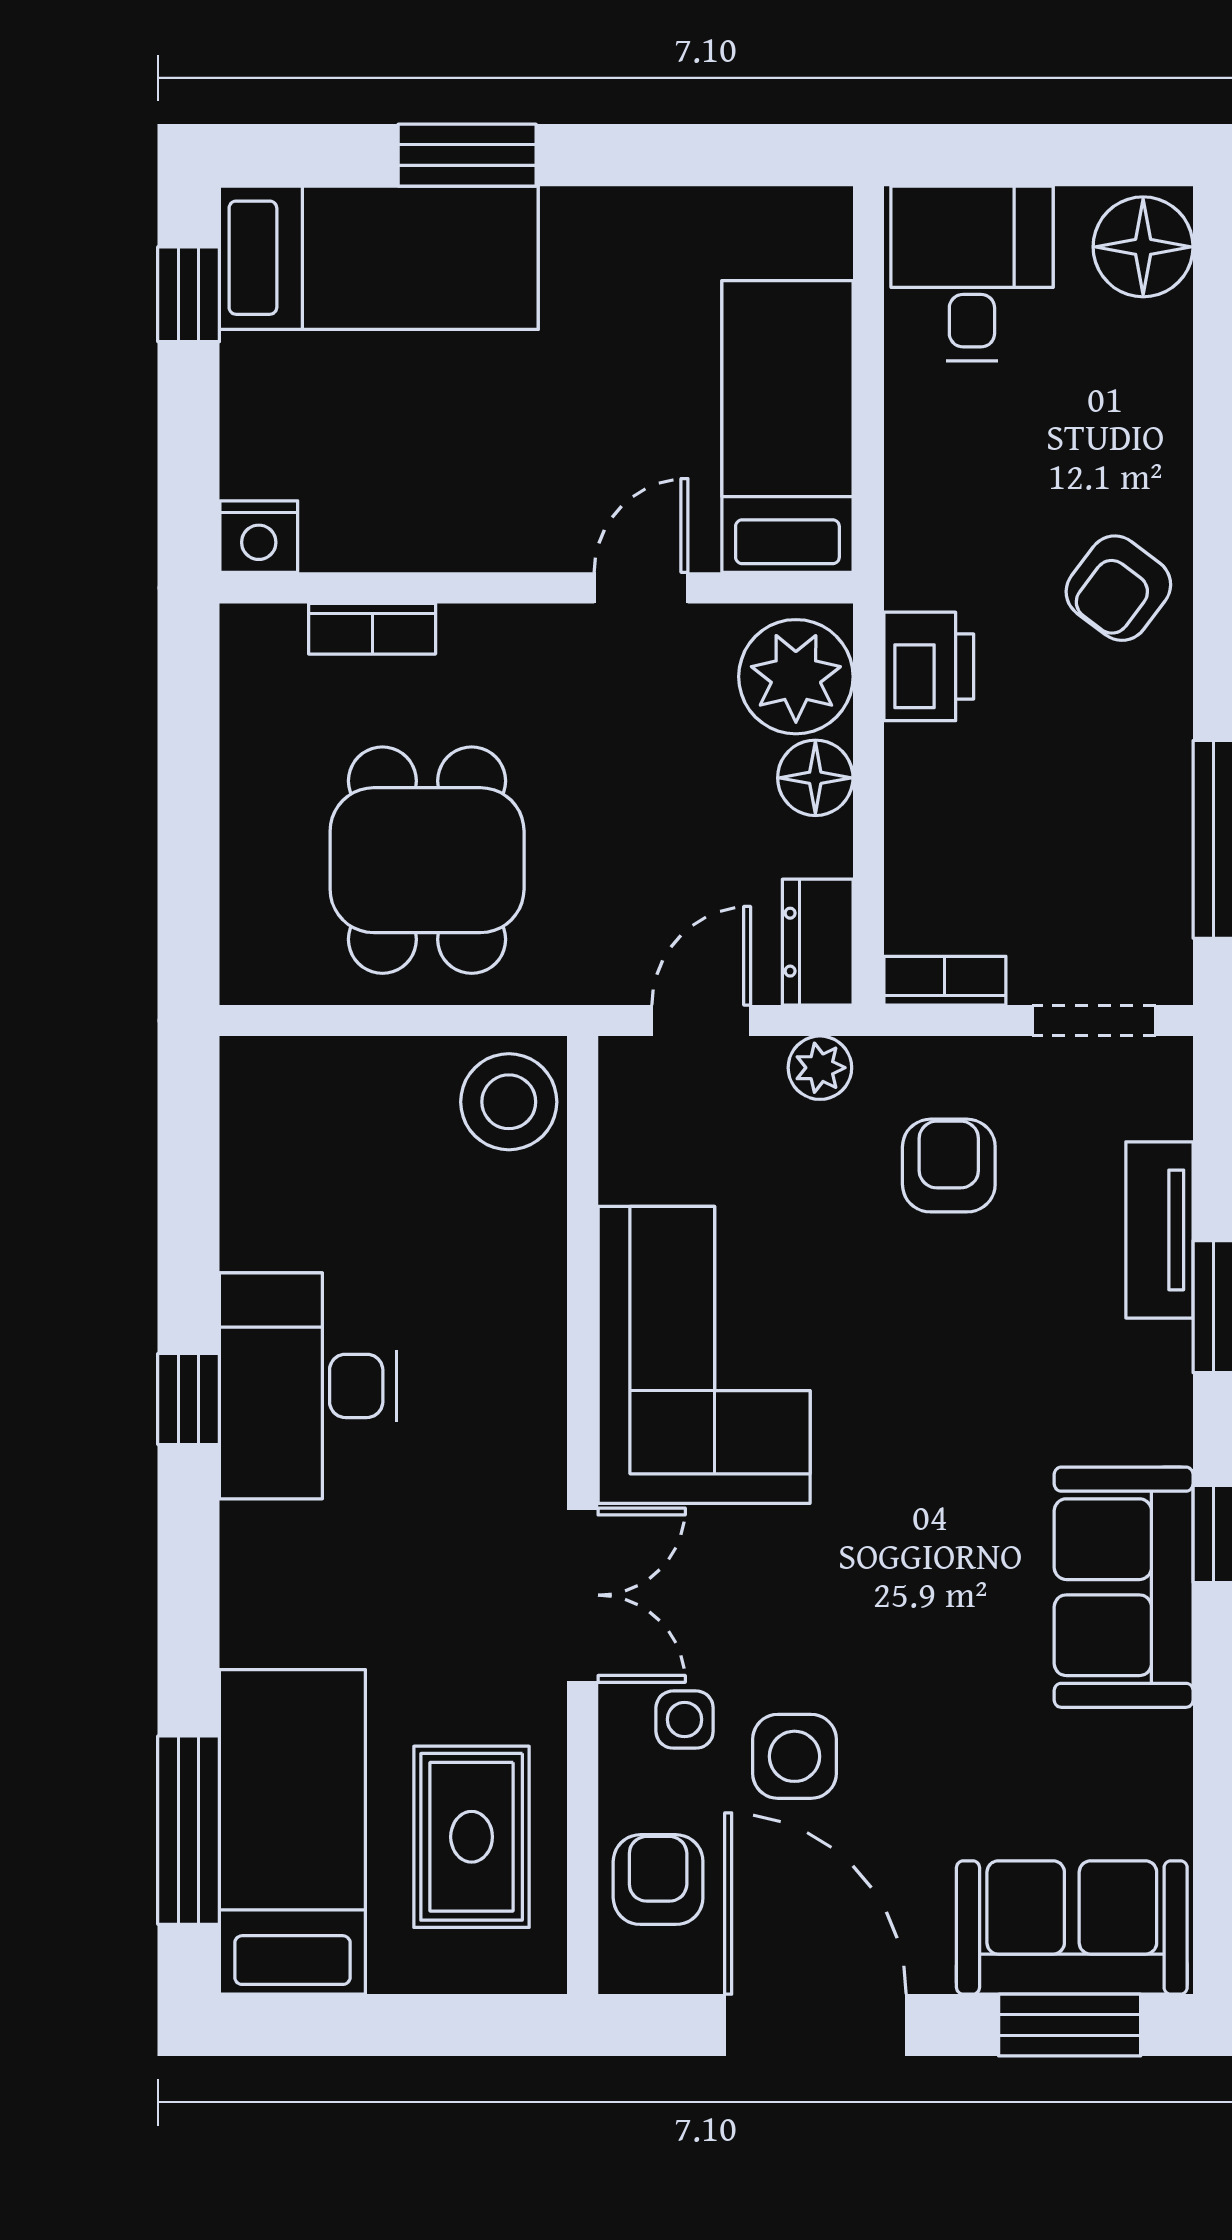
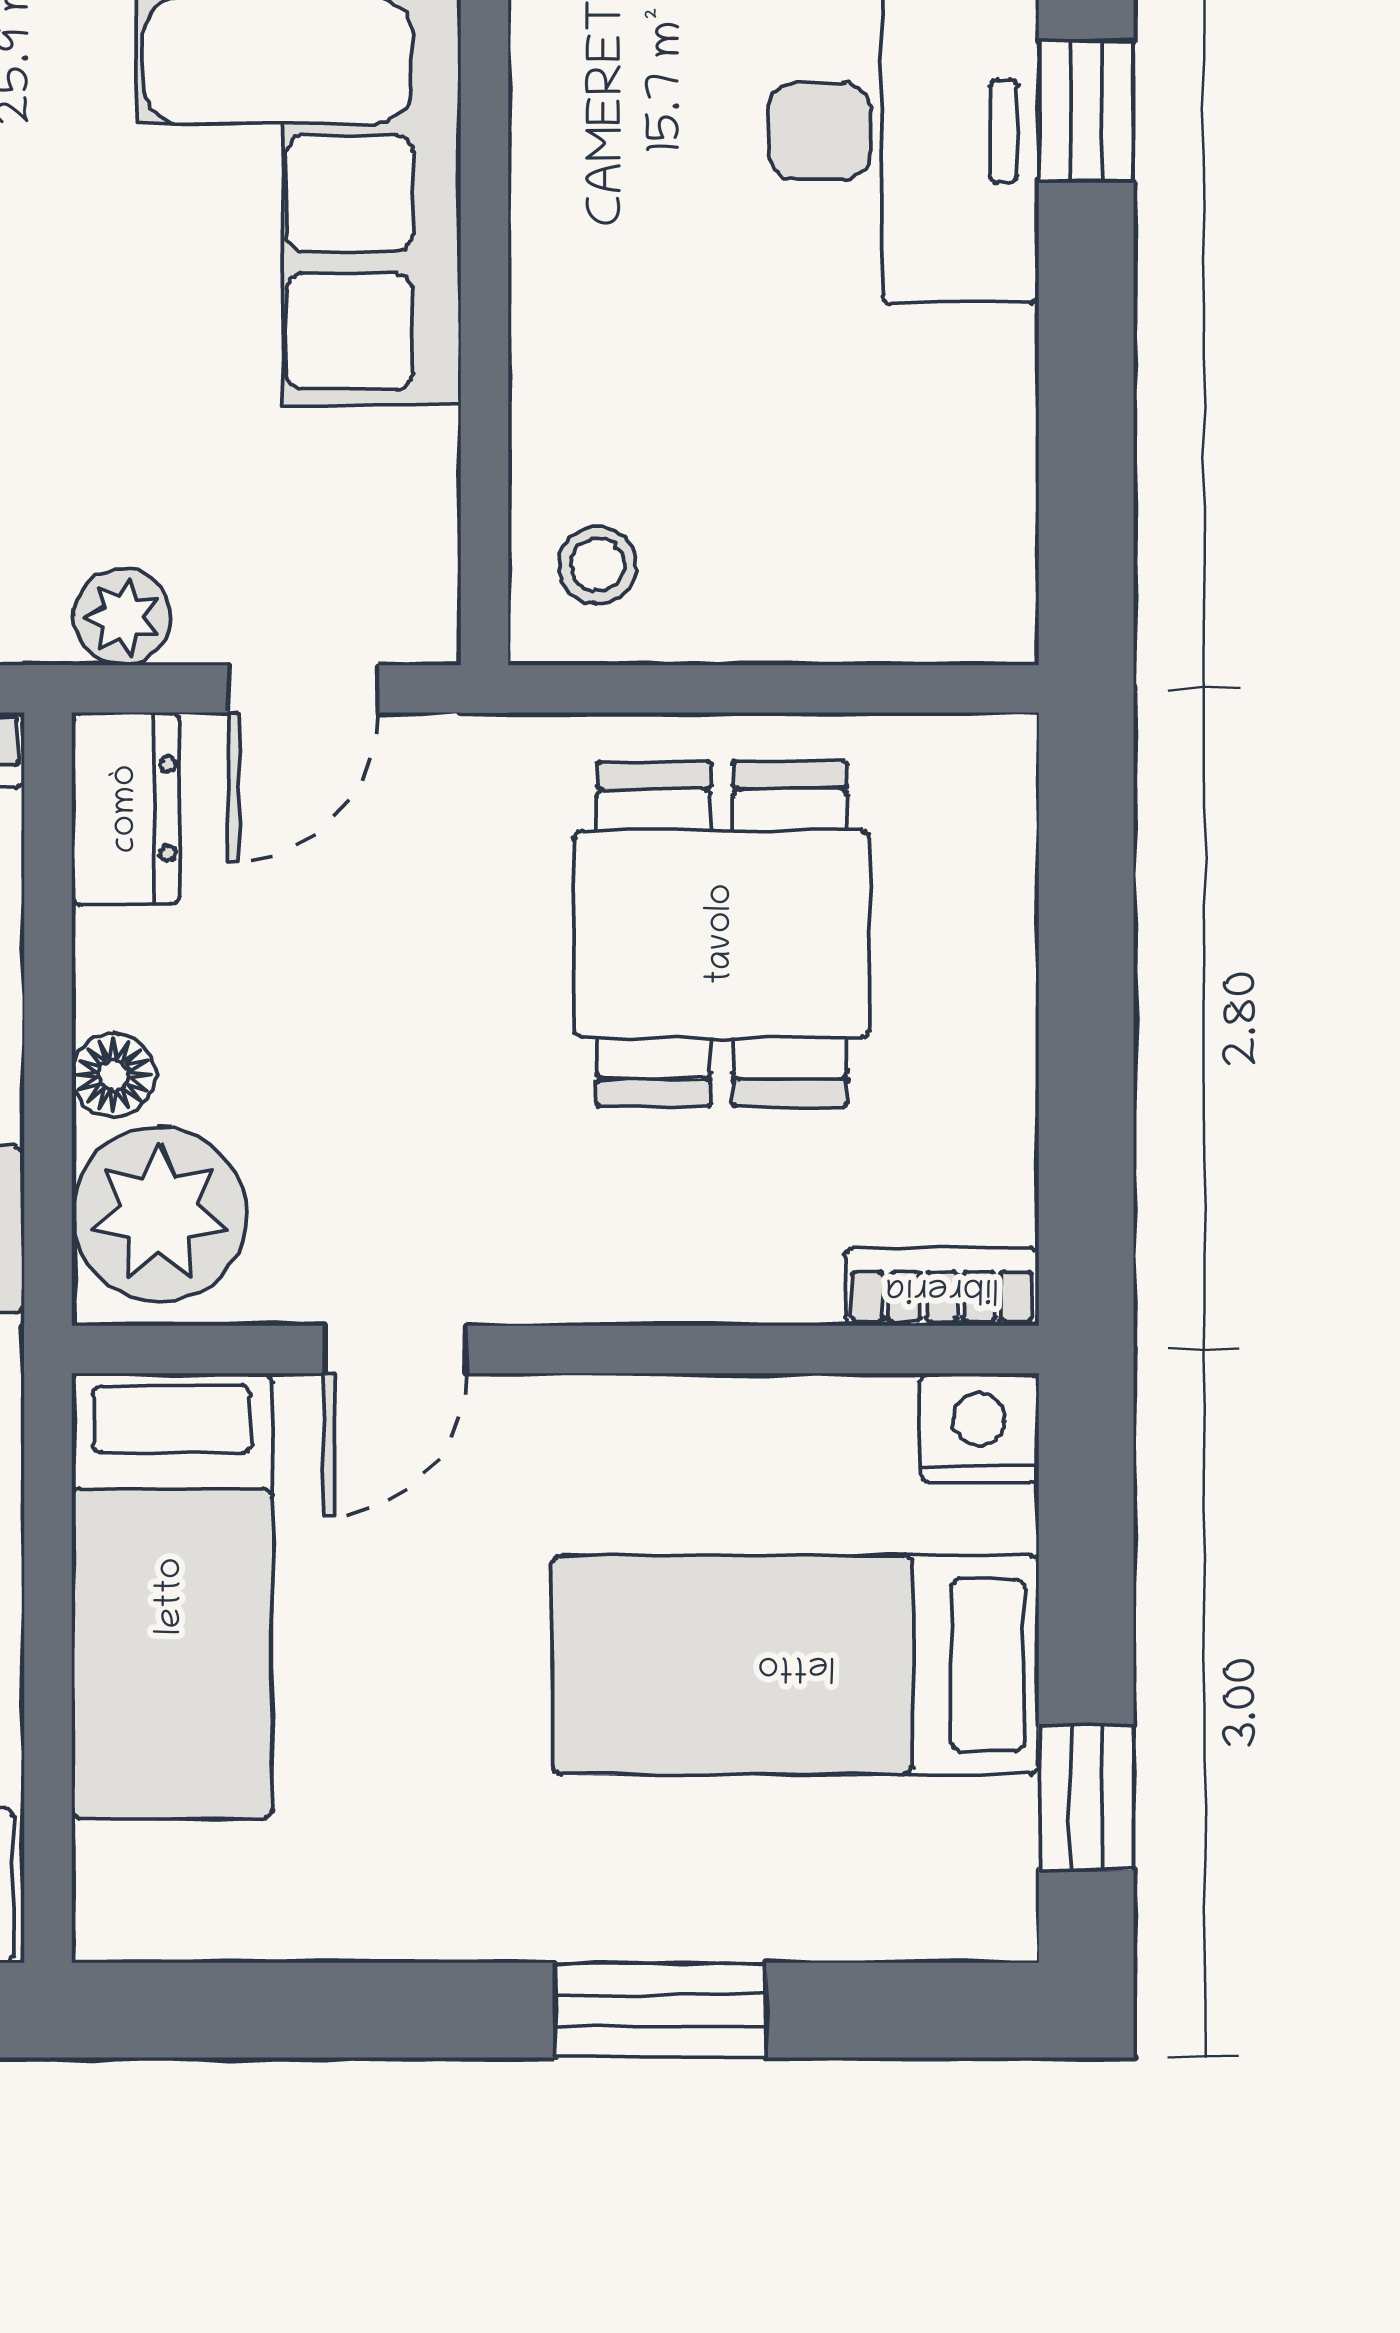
bed: (379, 258) -> (796, 1665), moved
bookcase: (372, 629) -> (942, 1287), moved
floor lamp: (815, 778) -> (114, 1075), width x0.73, depth x0.73
stool: (509, 1102) -> (597, 565), width x0.53, depth x0.53

